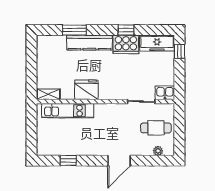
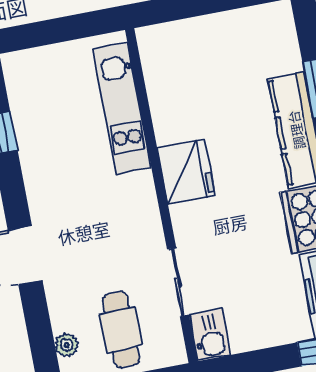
fridge: (86, 90) -> (186, 172), moved
shelving: (48, 94) -> (153, 55), removed

